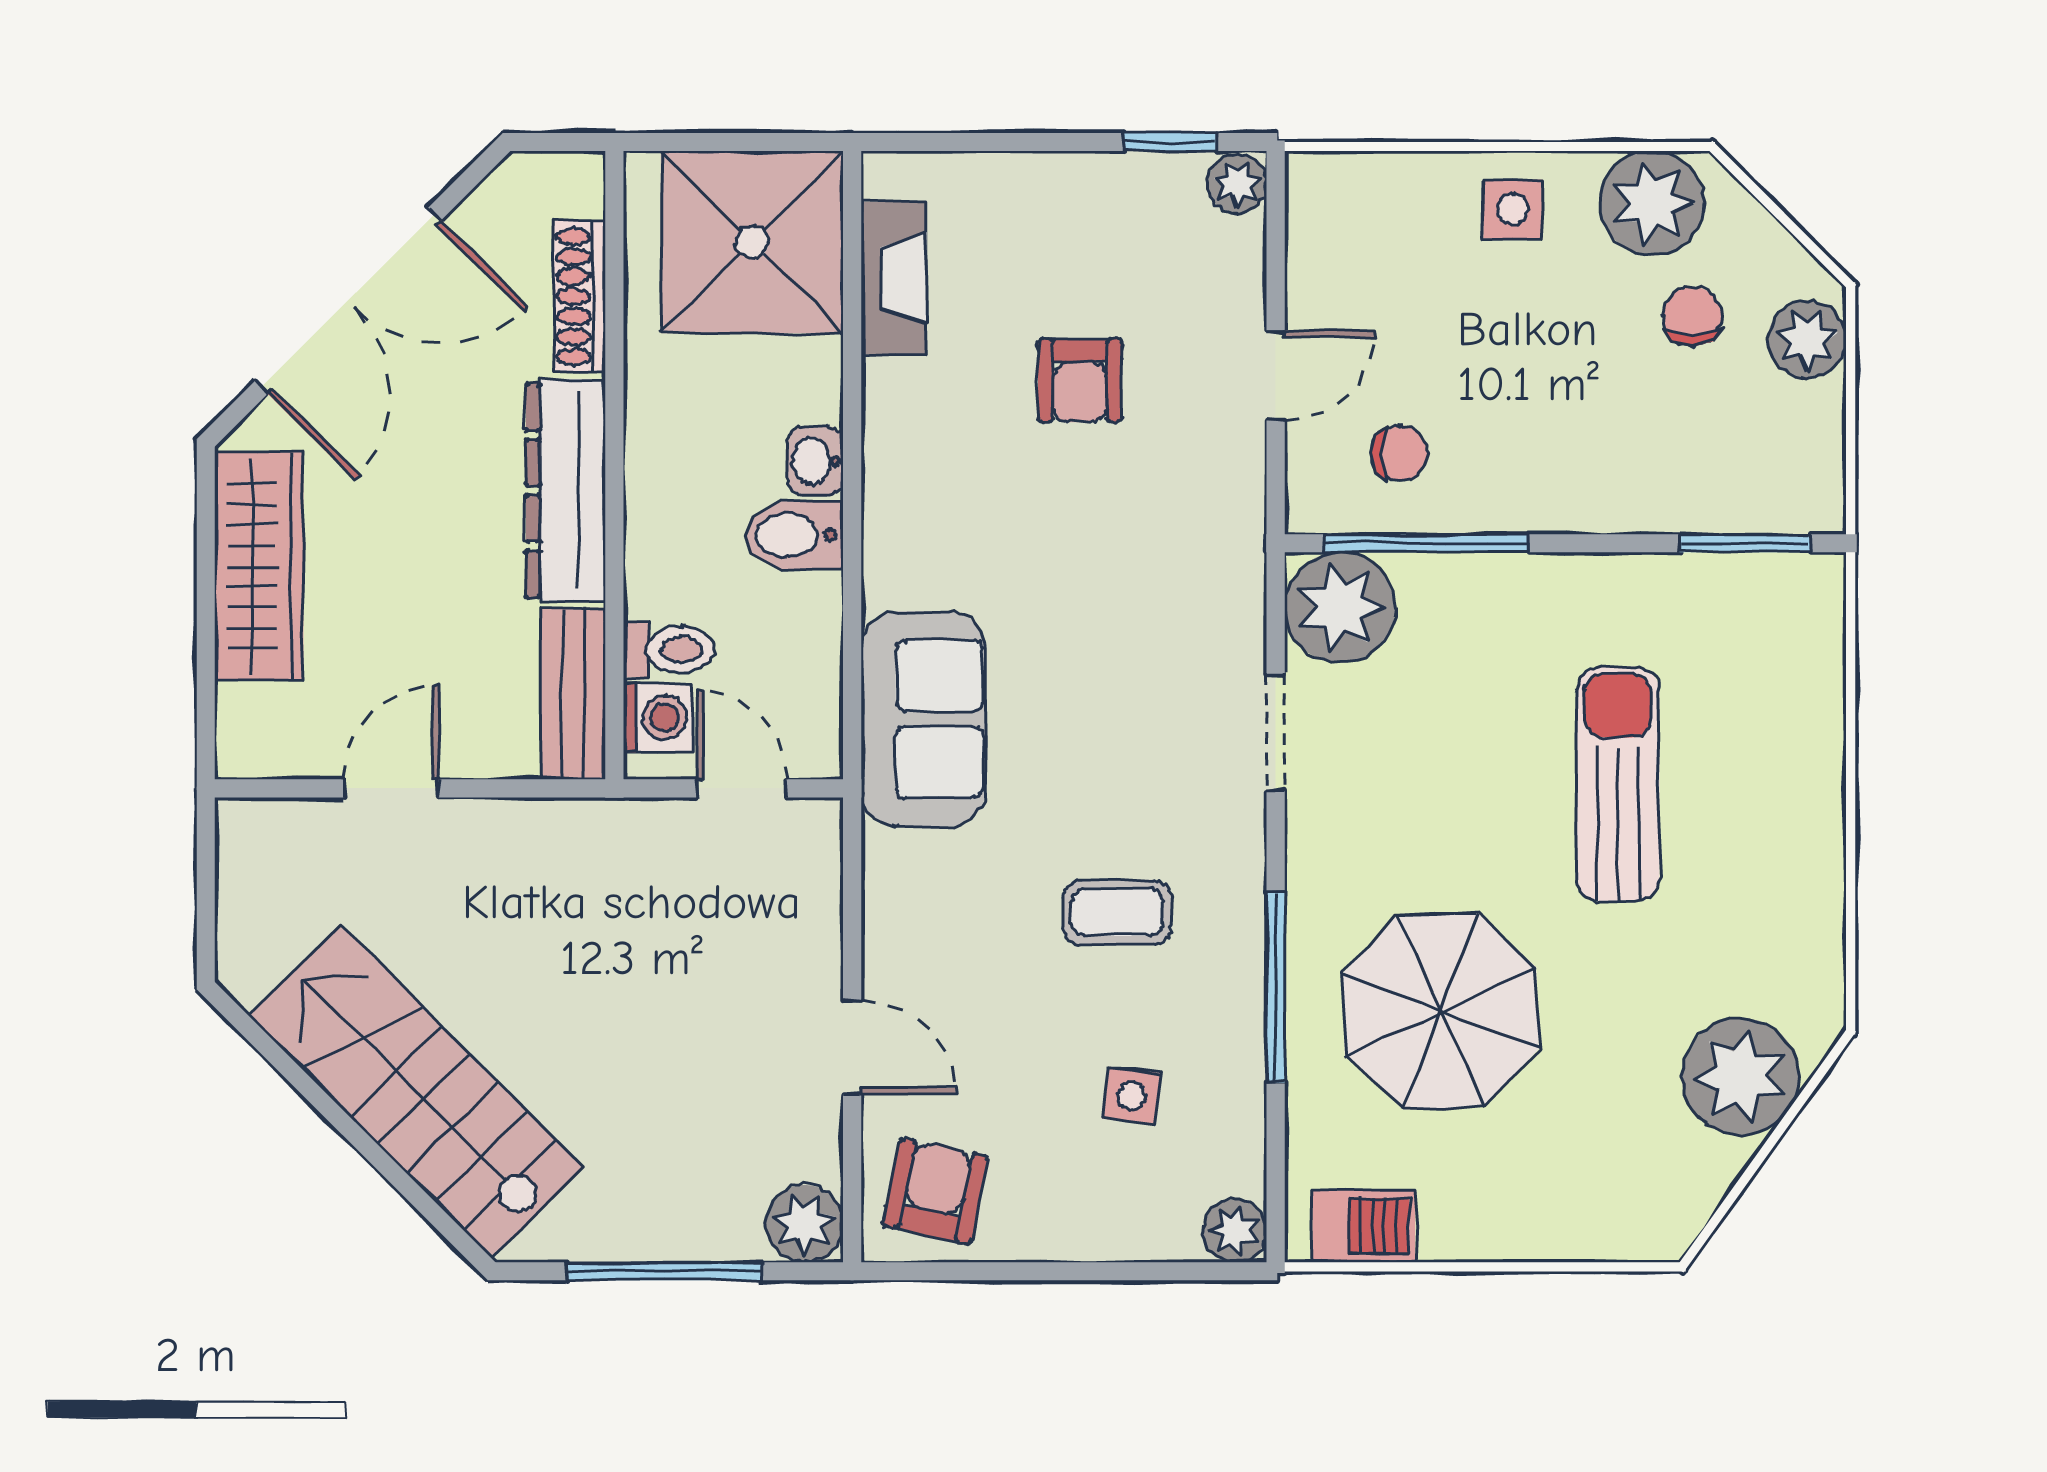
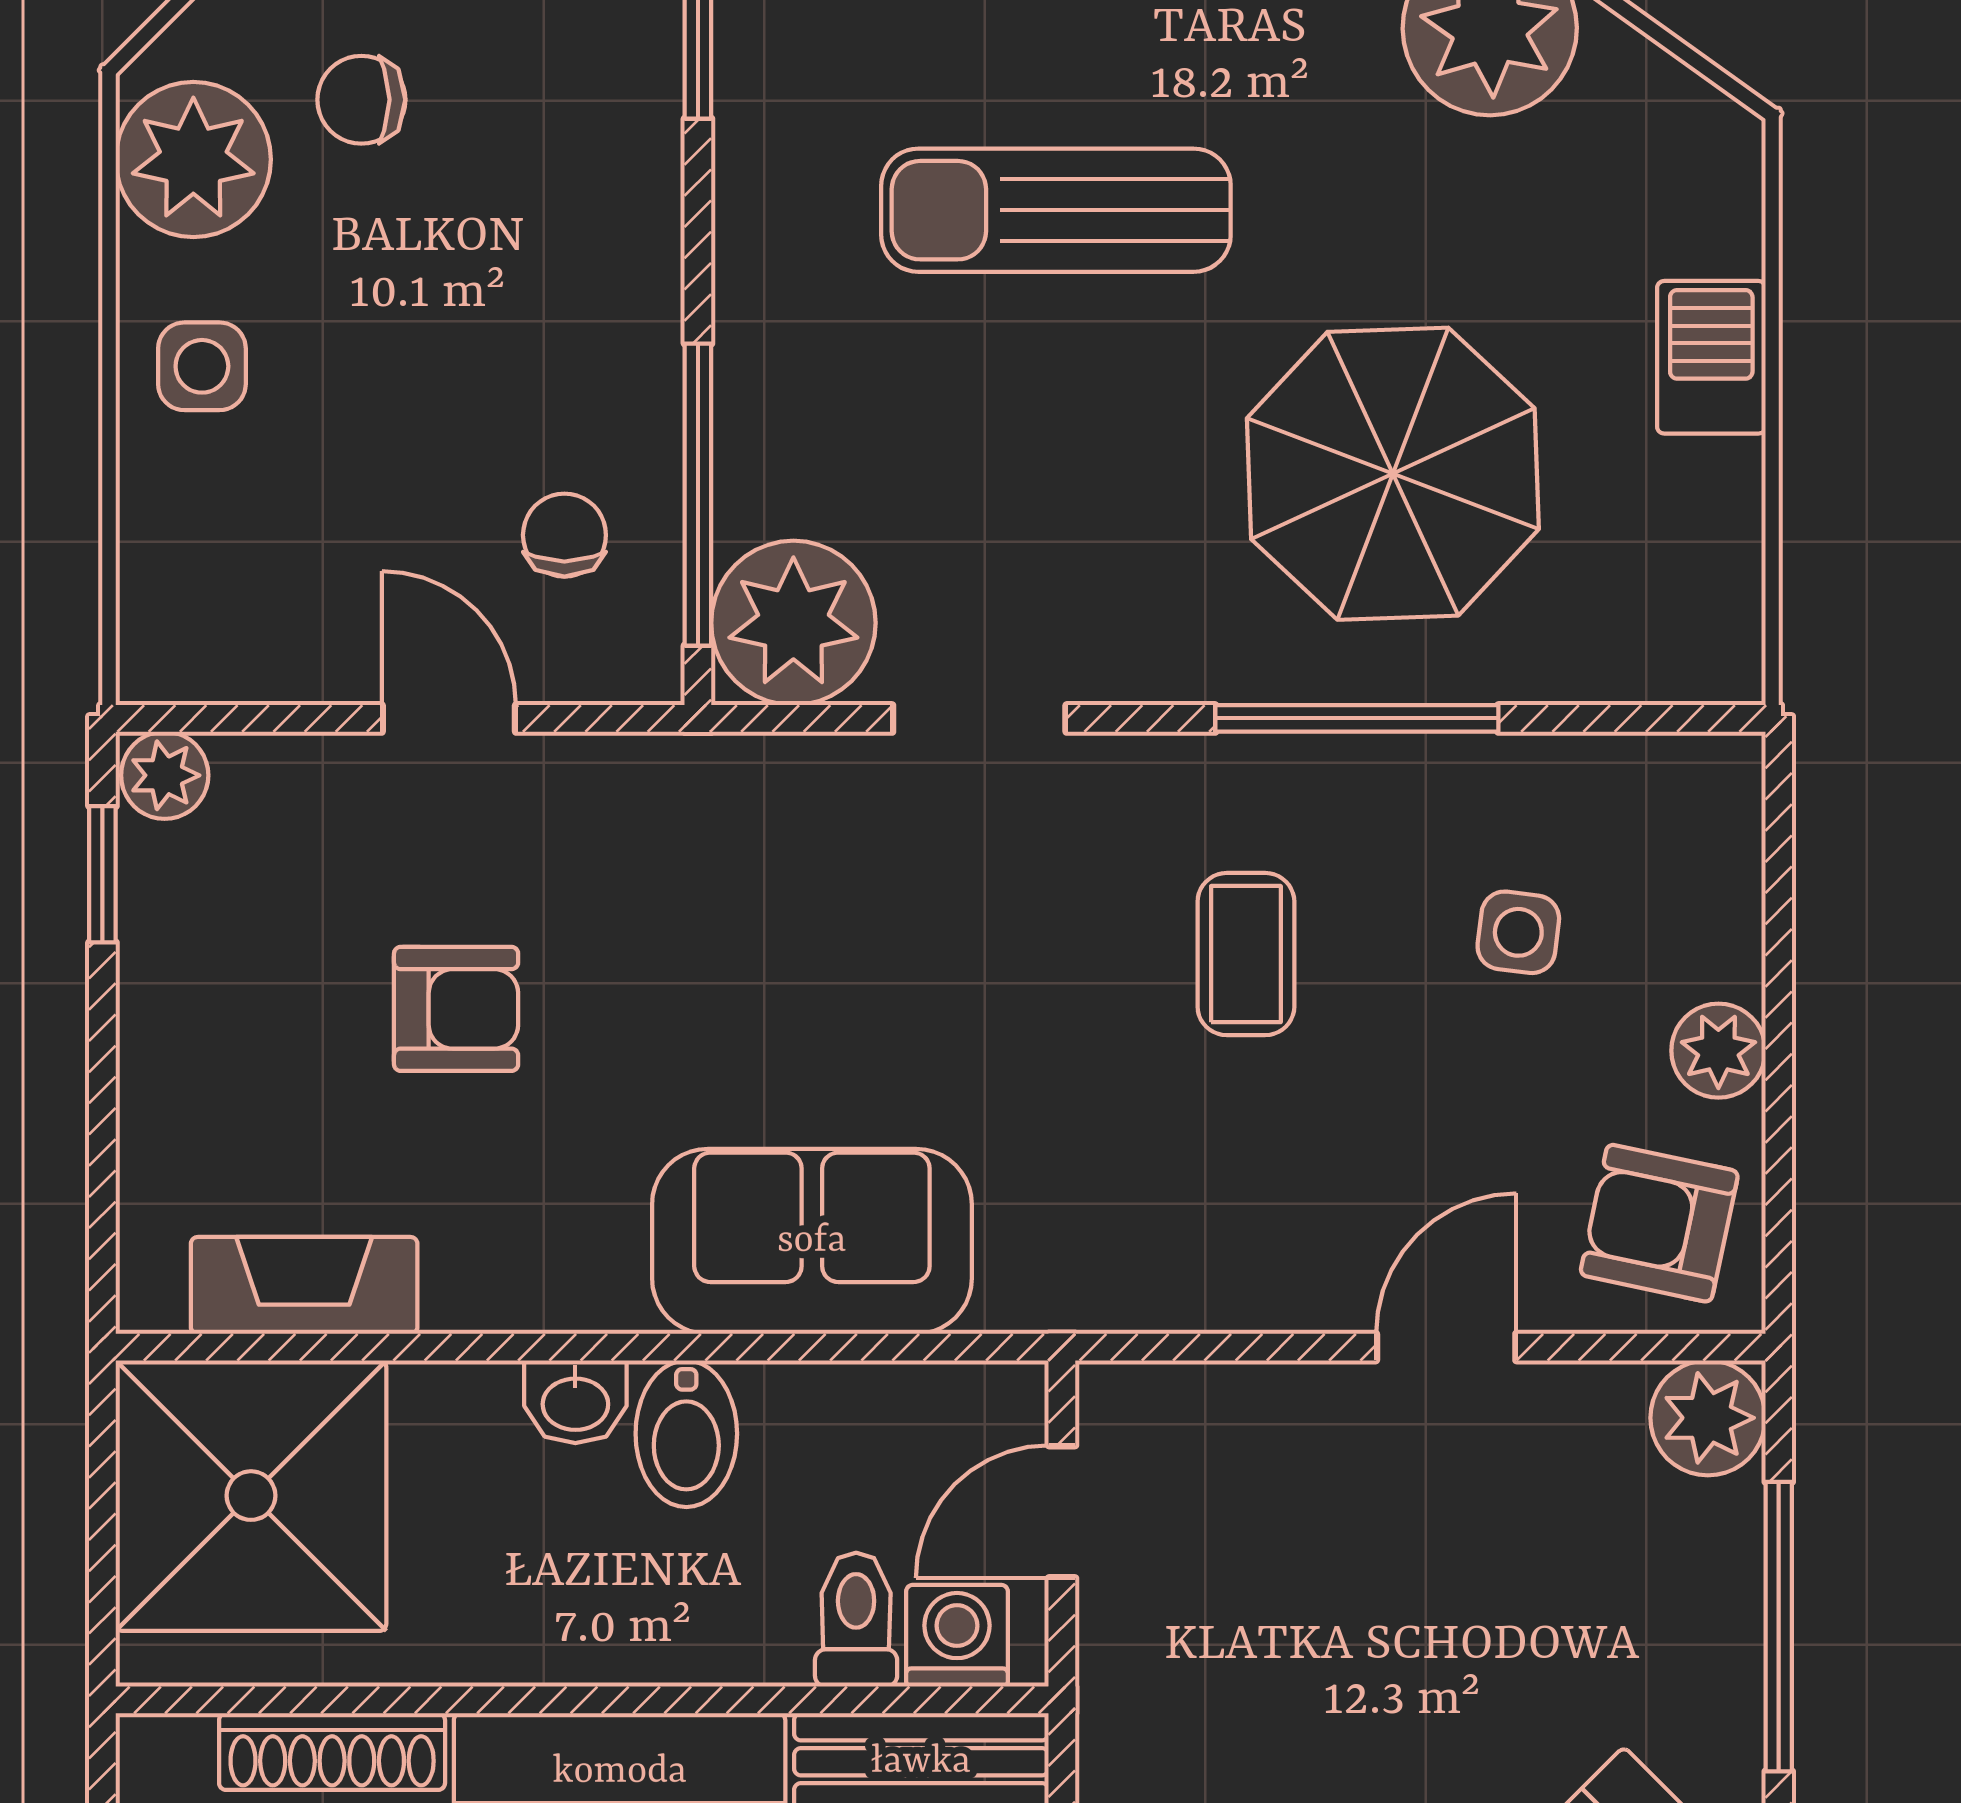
sofa: (923, 719) -> (812, 1241), moved
barbecue: (1364, 1226) -> (1711, 357), moved
plant: (1235, 1231) -> (1718, 1051), moved

